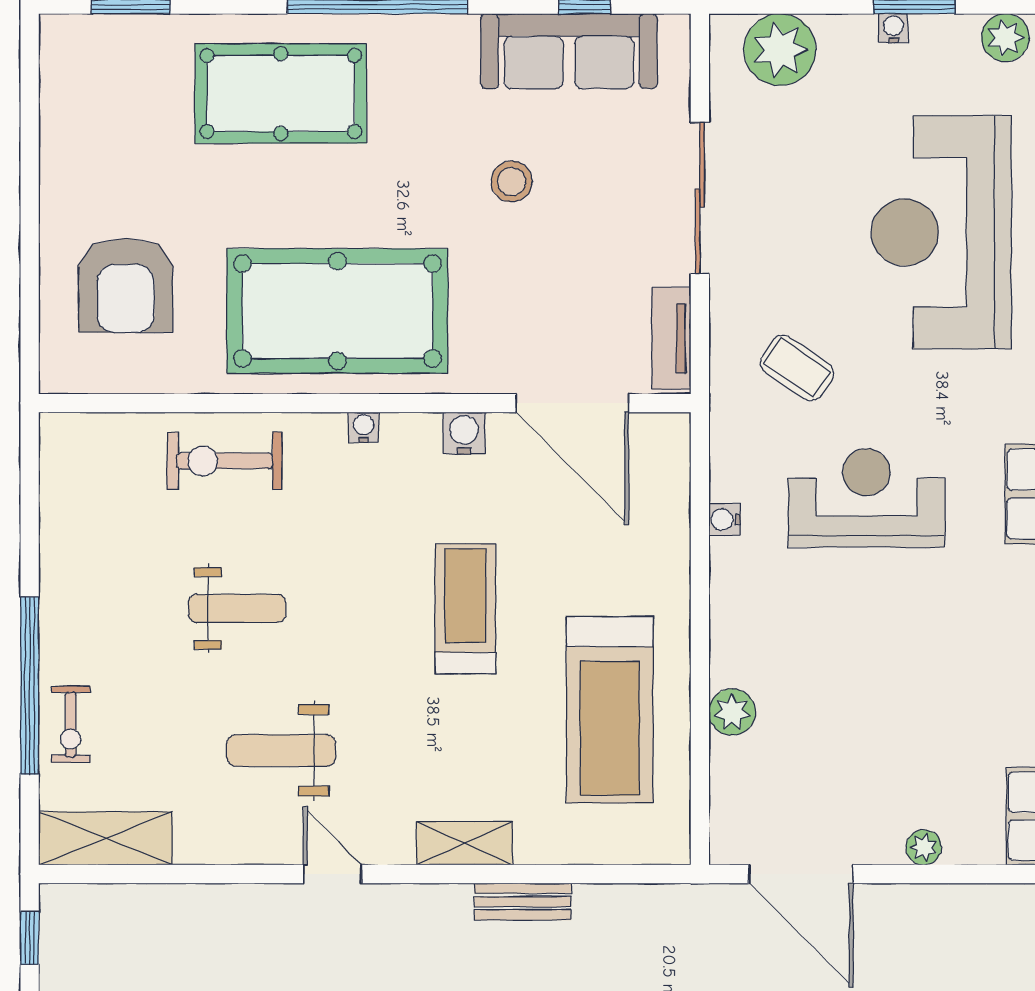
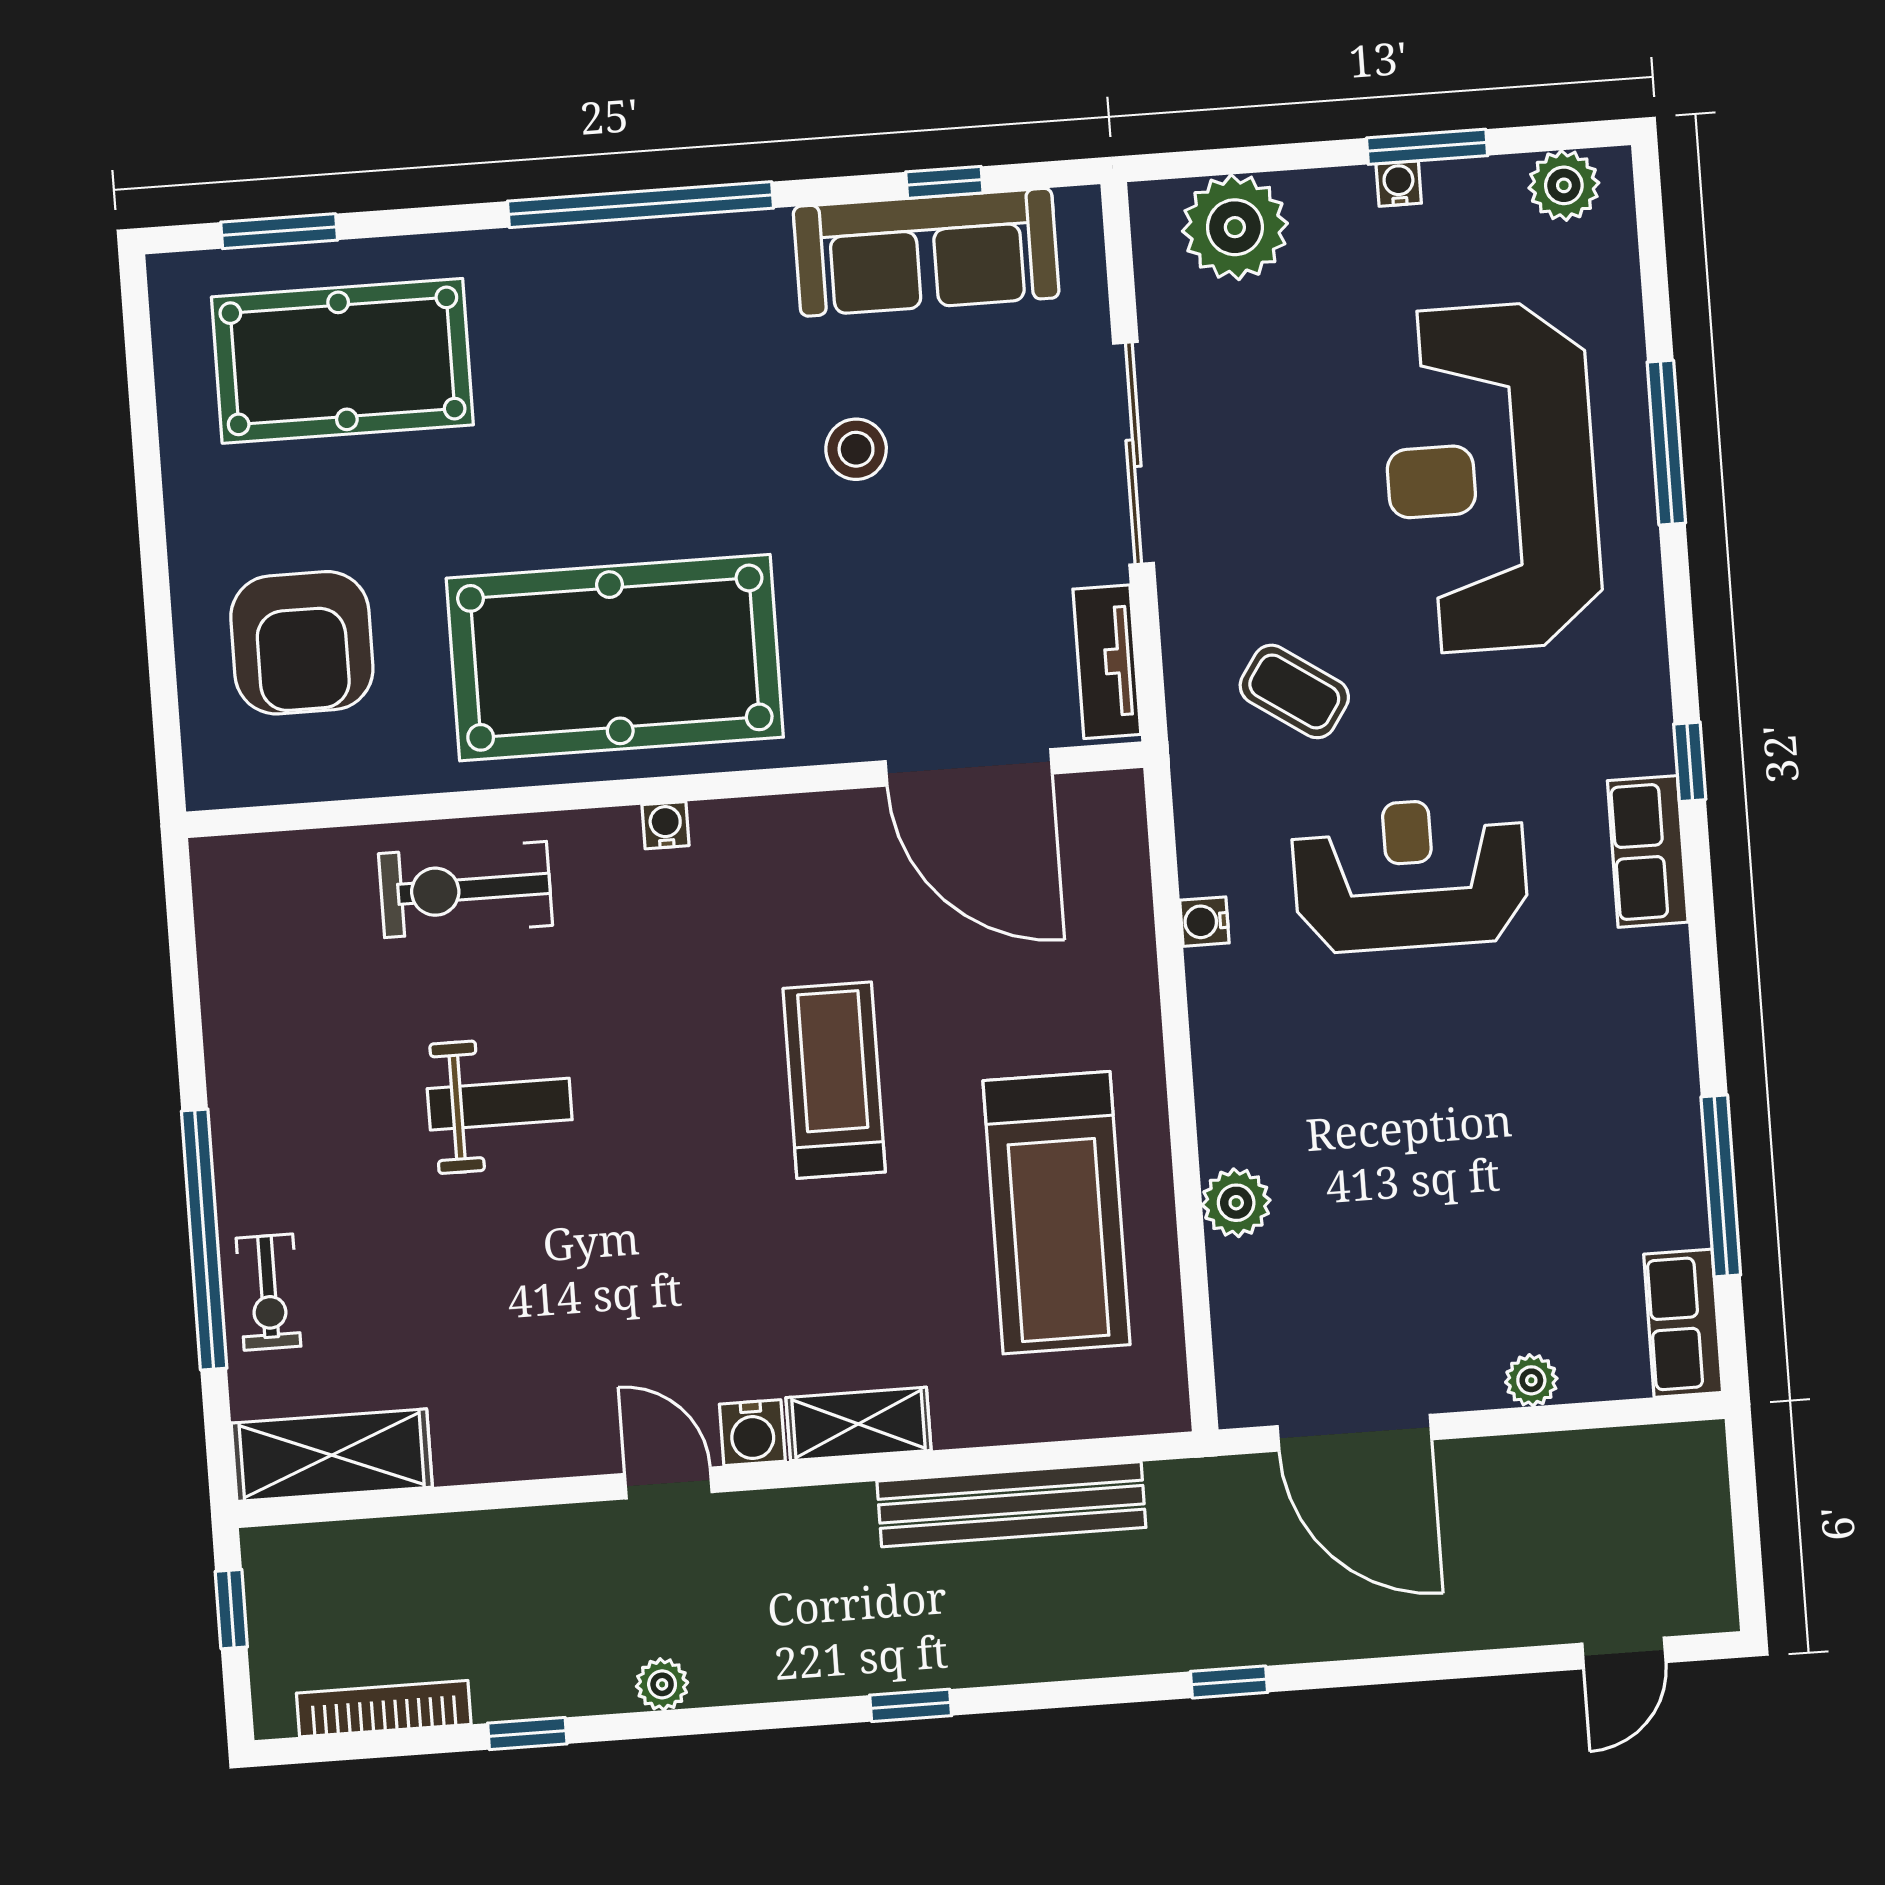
pool table: (281, 93) -> (342, 361), moved
water cooler: (464, 433) -> (752, 1433), moved, turned 180
weight bench: (281, 750) -> (580, 1308), removed
bench: (523, 902) -> (1011, 1504), width x1.86, depth x1.21

